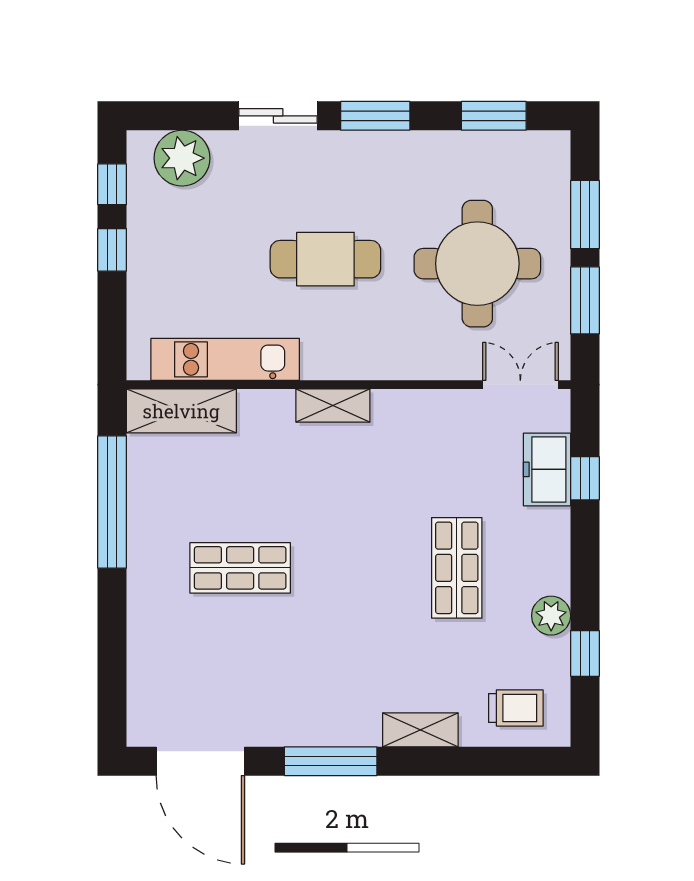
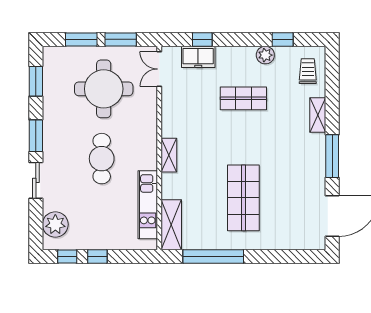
shop shelf: (240, 568) -> (243, 198), width x1.43, depth x1.36

